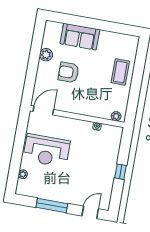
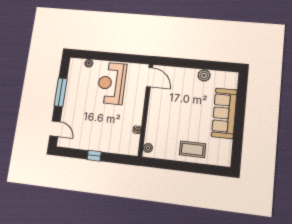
sofa: (80, 37) -> (224, 113), width x1.36
armchair: (69, 72) -> (188, 98), removed

